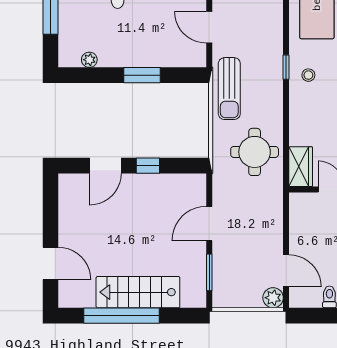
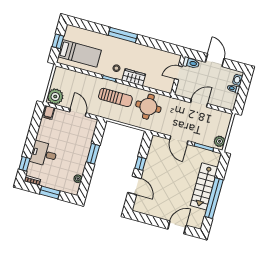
door: (209, 27) -> (78, 112), swing flipped
sun lounger: (229, 89) -> (115, 97), moved
wardrobe: (301, 167) -> (134, 77), moved
door: (286, 271) -> (199, 103), moved
plant: (273, 298) -> (219, 141), moved

